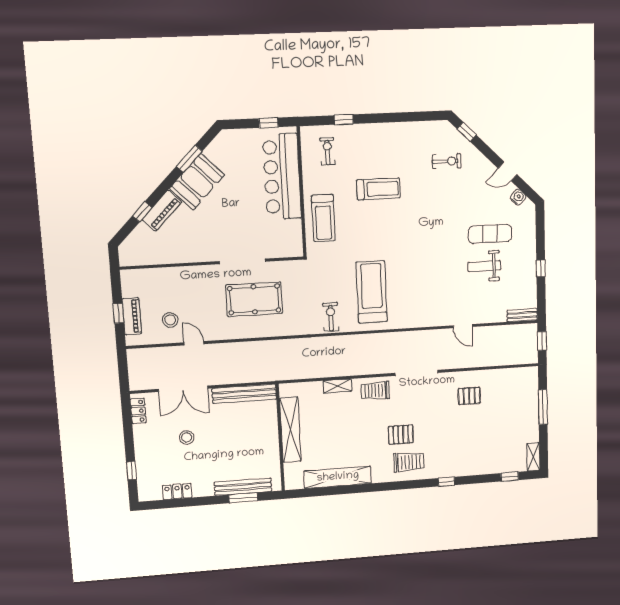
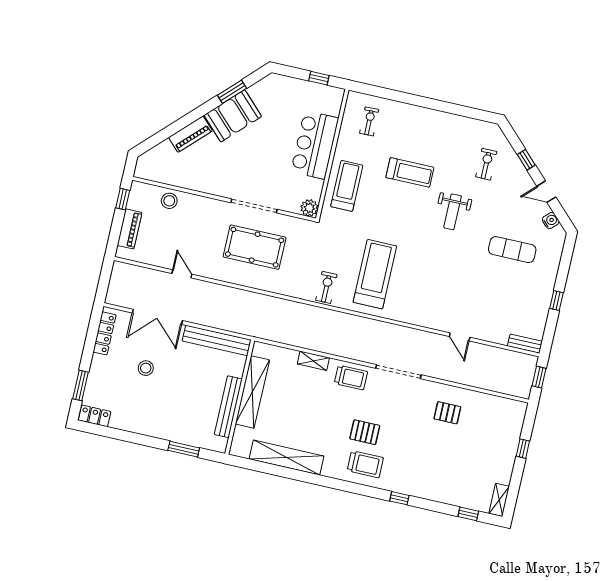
window: (344, 120) -> (394, 95), removed
window: (467, 132) -> (526, 160), moved
exercise bike: (447, 161) -> (486, 164), turned -90
bar counter: (282, 177) -> (315, 145), width x0.73
window: (142, 212) -> (171, 130), removed
treadmill: (323, 218) -> (347, 186), turned 180
plant: (295, 249) -> (309, 208), added
weight bench: (484, 266) -> (453, 212), moved, turned -90
window: (118, 313) -> (123, 199), moved
stool: (170, 320) -> (169, 201), moved
trolley: (375, 391) -> (351, 378), turned 180
window: (543, 407) -> (523, 449), width x0.46
locker: (138, 411) -> (104, 333), width x1.53
window: (131, 471) -> (80, 385), width x1.50
bench: (243, 487) -> (228, 407), moved, turned 90
locker: (177, 492) -> (95, 416), moved

